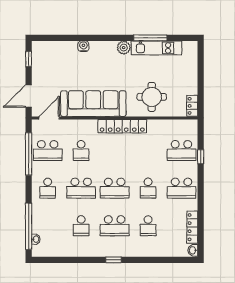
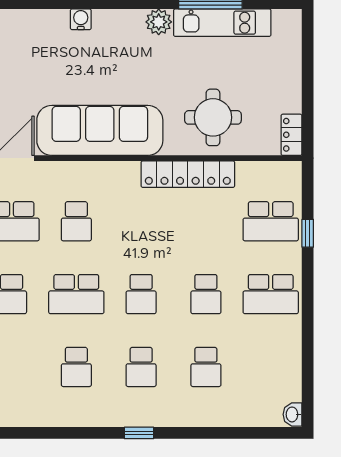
locker: (122, 126) -> (188, 174), moved
school desk: (115, 188) -> (141, 294), width x0.54
school desk: (115, 226) -> (141, 367), width x0.54
locker: (192, 227) -> (291, 370), removed

